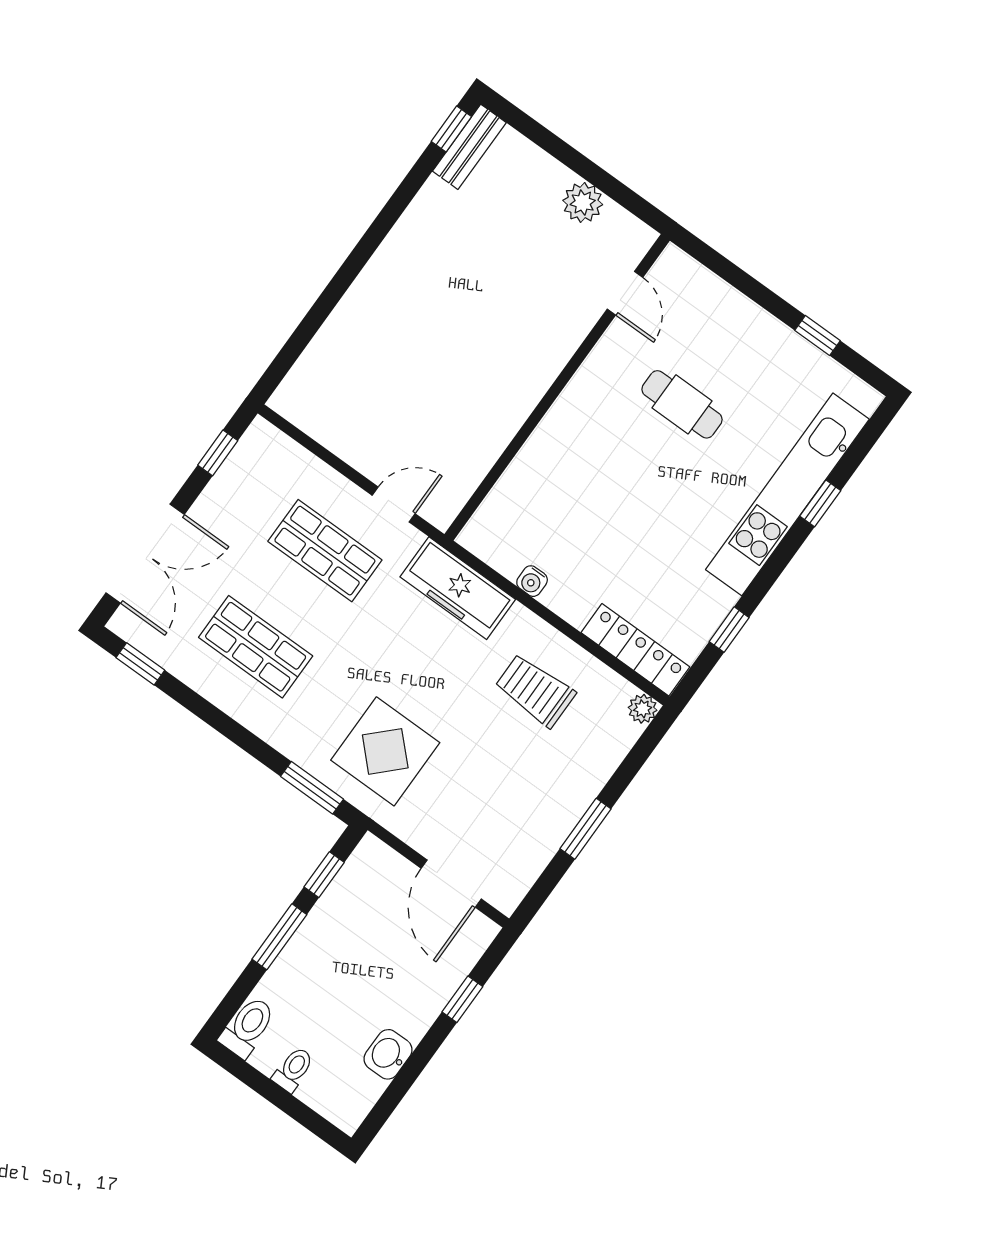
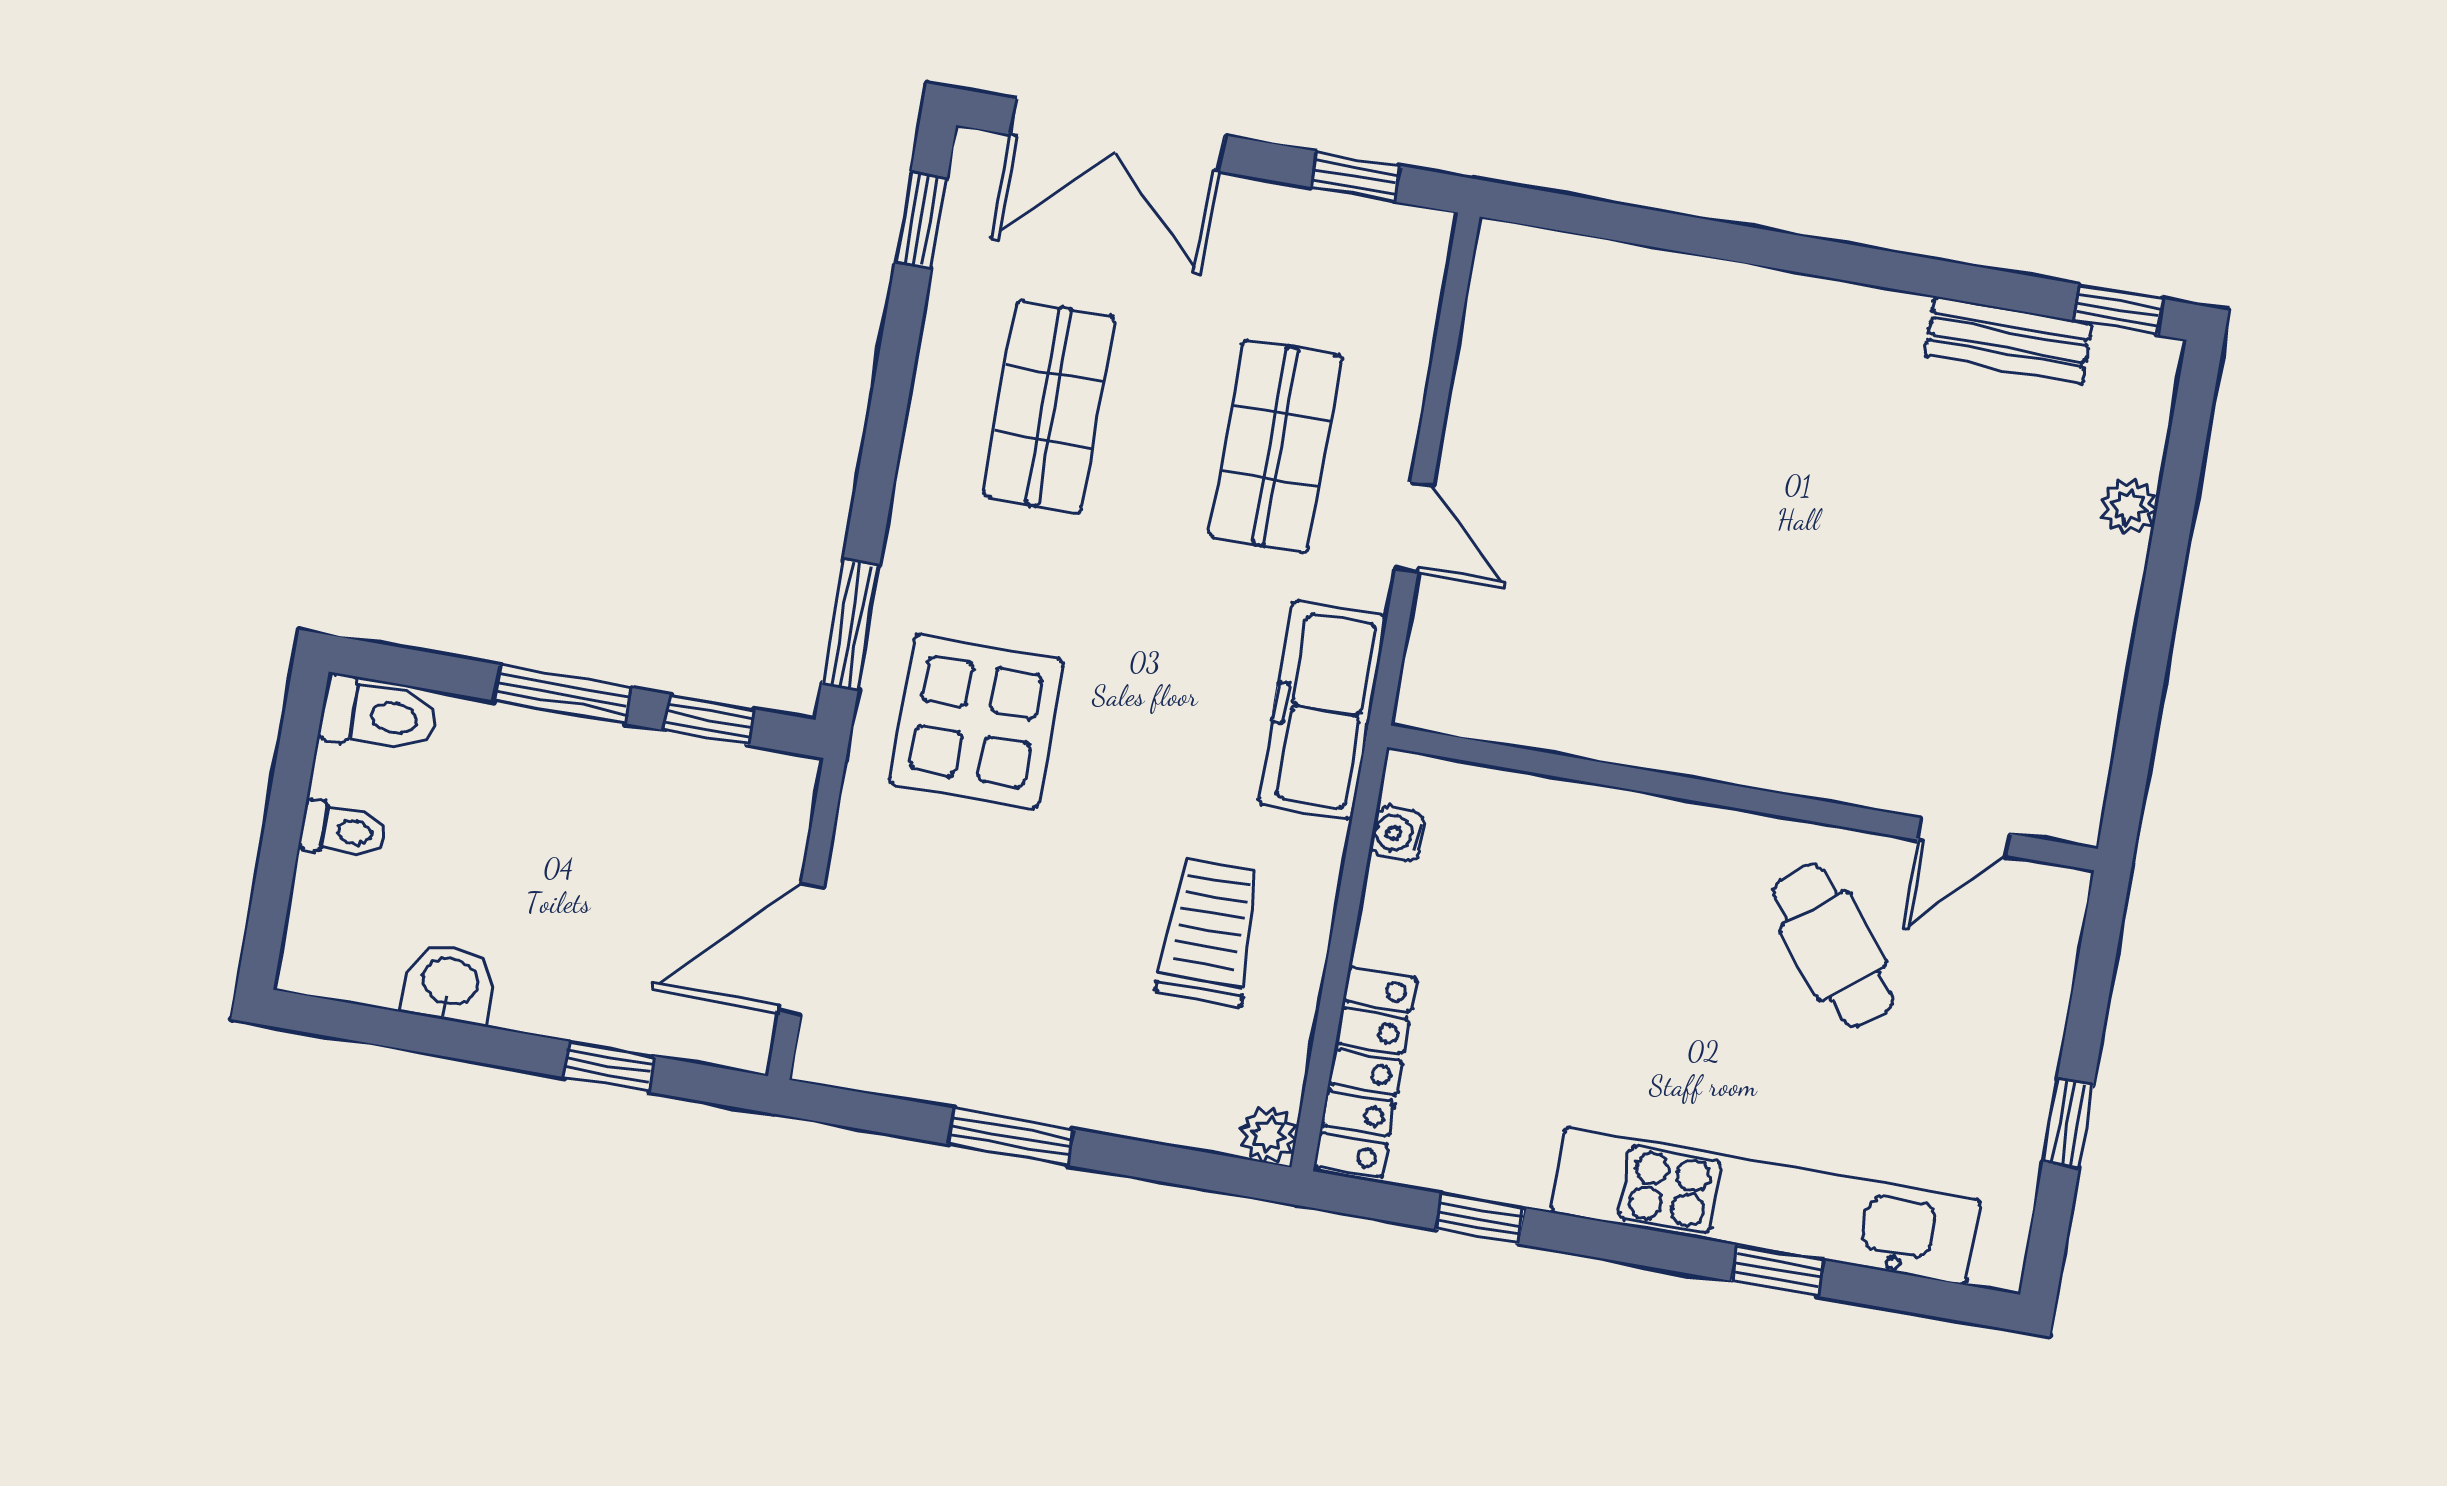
bench: (469, 147) -> (2008, 340), moved
plant: (583, 202) -> (2129, 506), moved, width x0.73, depth x0.73
door: (625, 293) -> (1964, 837), moved
wall: (557, 387) -> (1742, 798), moved
cafe table: (682, 404) -> (1833, 946), turned -39

